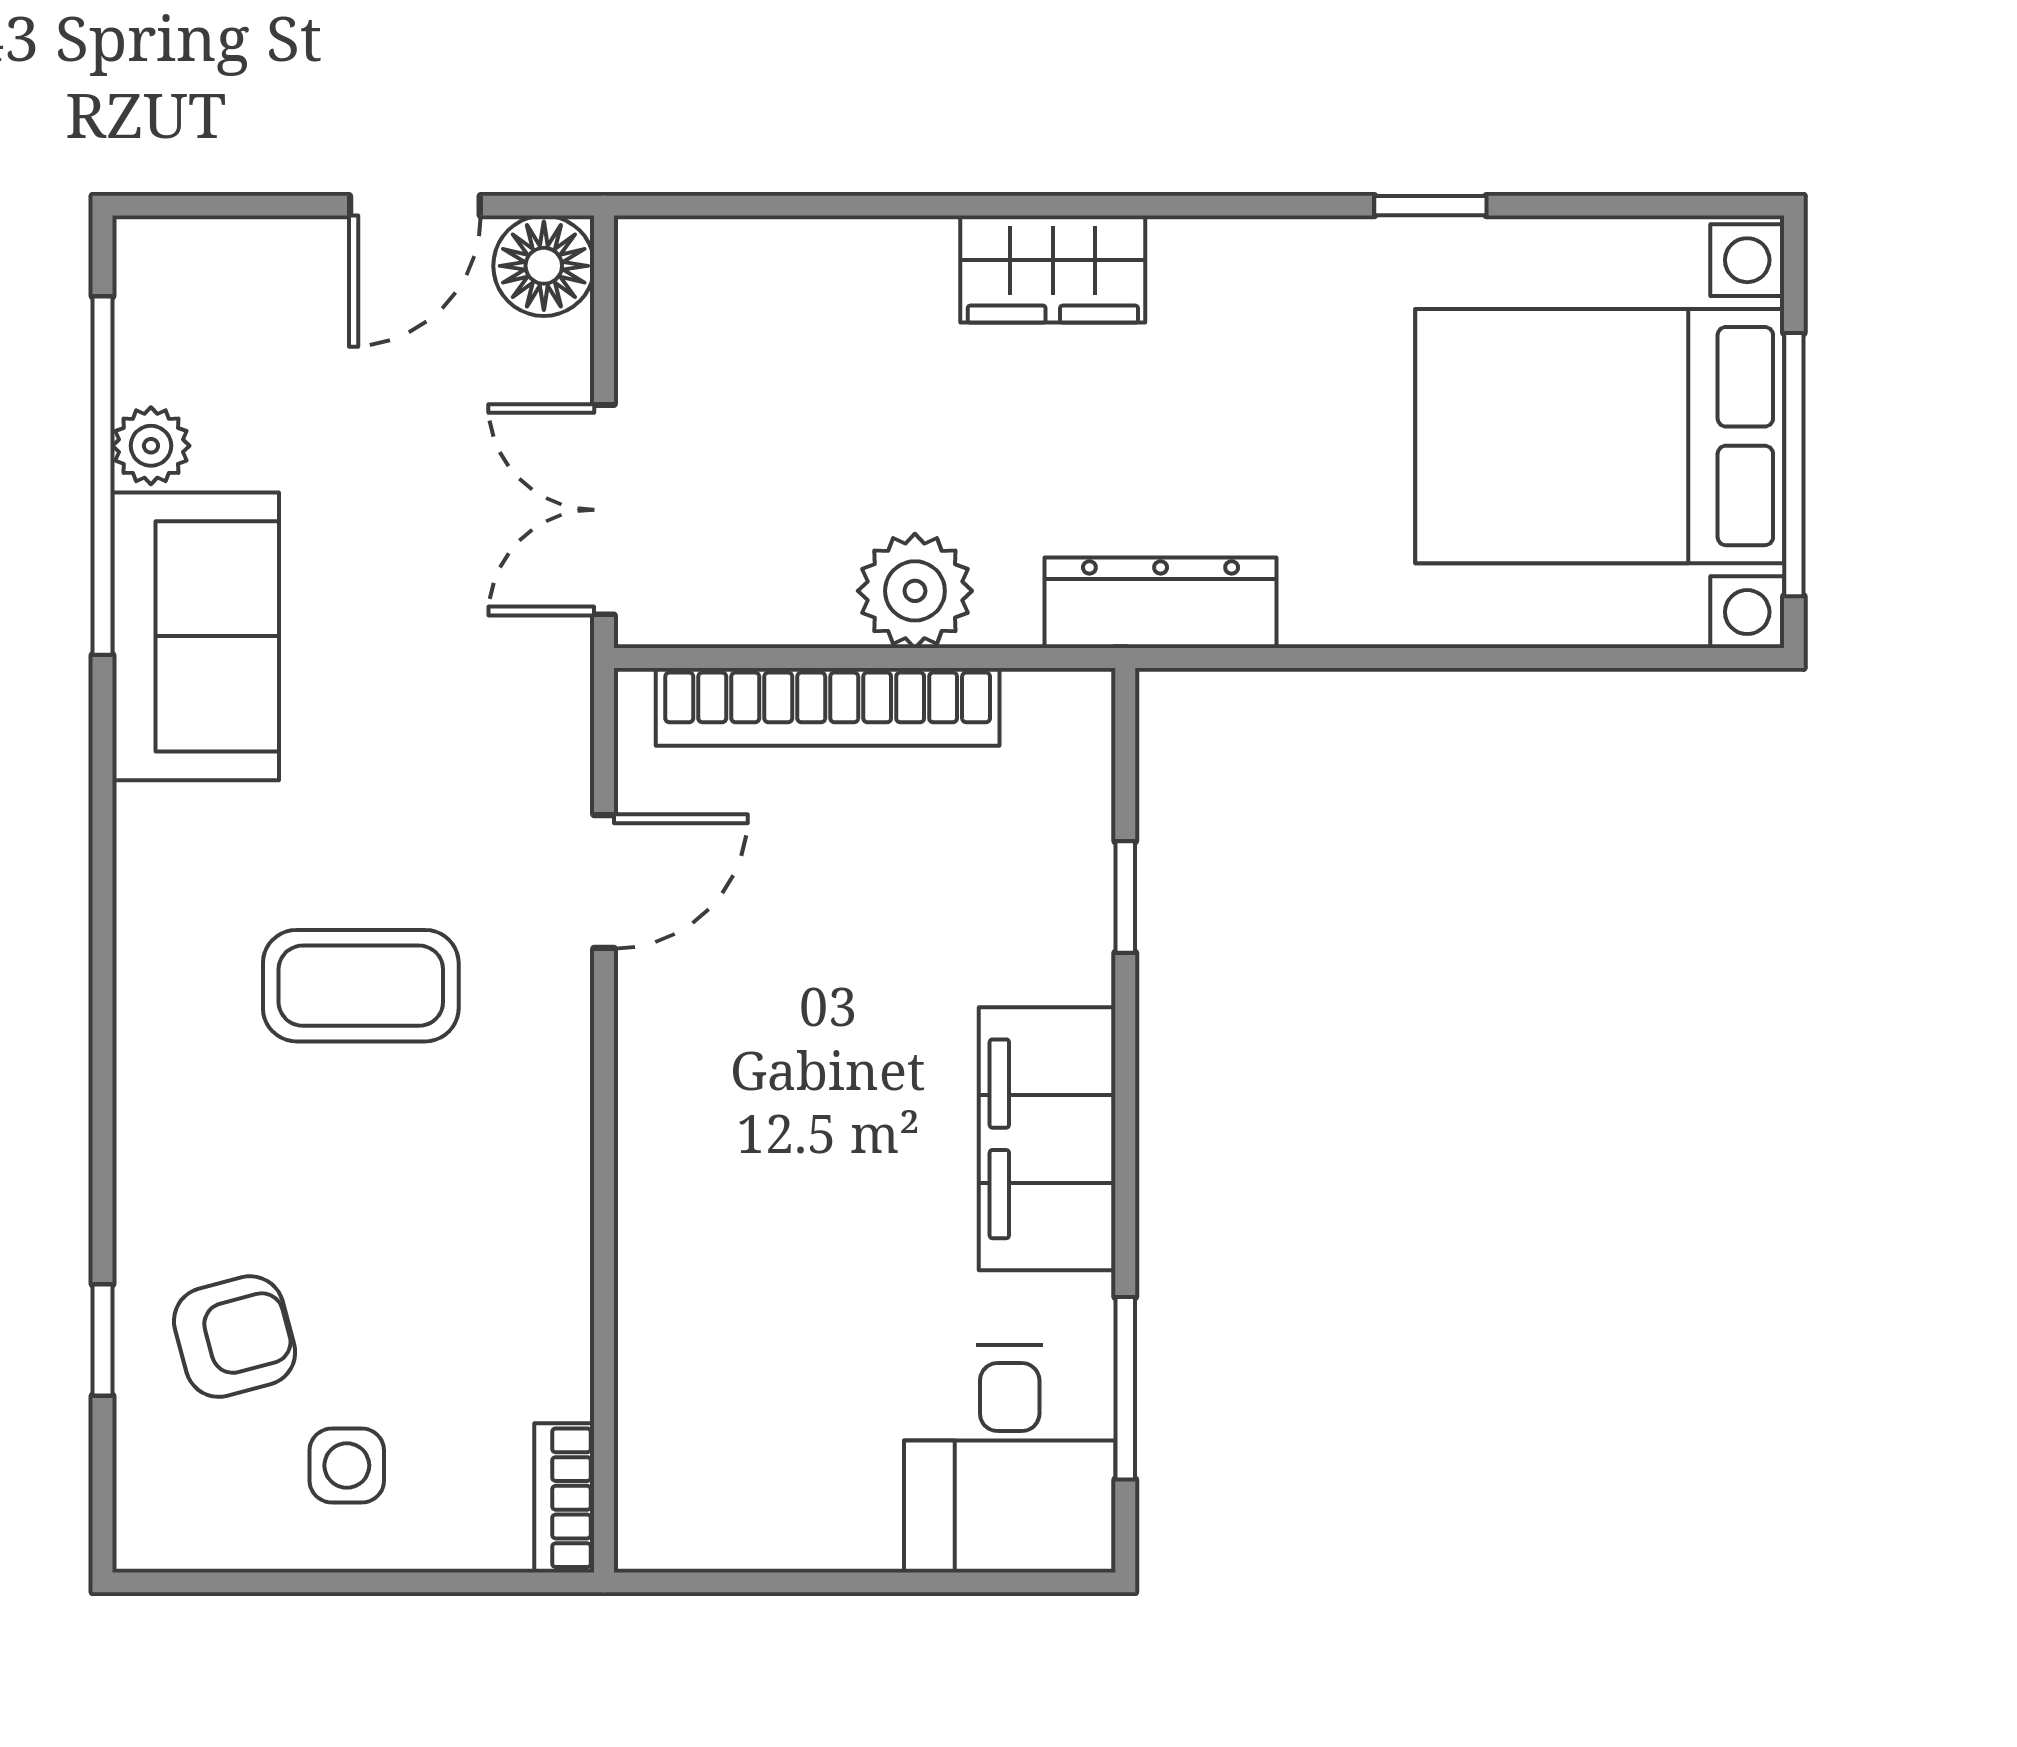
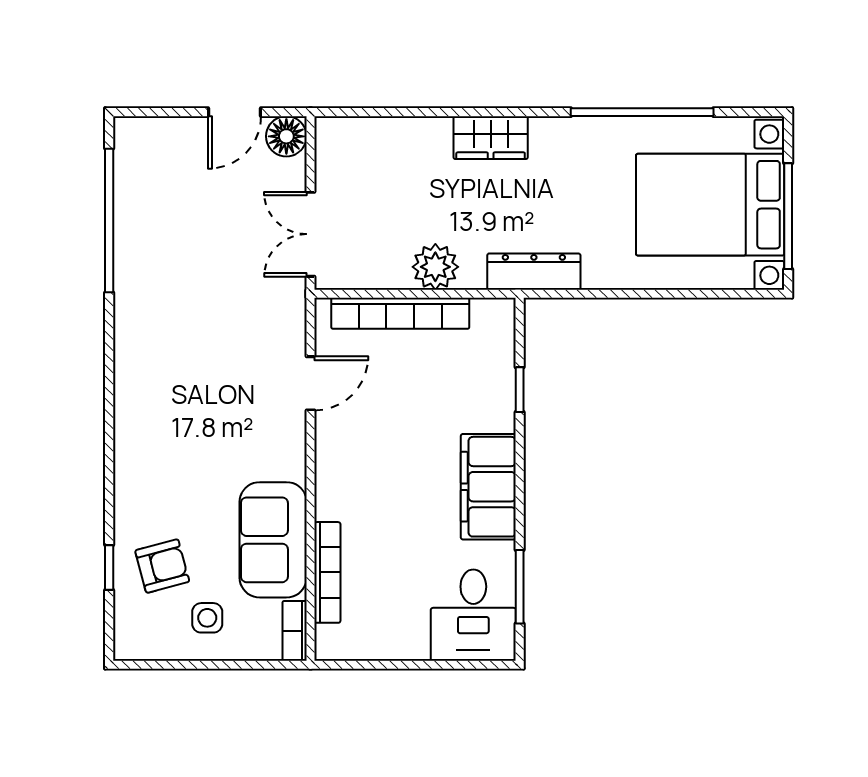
window: (1430, 206) -> (642, 112), width x3.17
plant: (151, 446) -> (129, 209), removed
sofa: (196, 636) -> (273, 540), moved, turned 180
coffee table: (361, 986) -> (213, 425), removed
bookcase: (646, 1352) -> (327, 572), added

